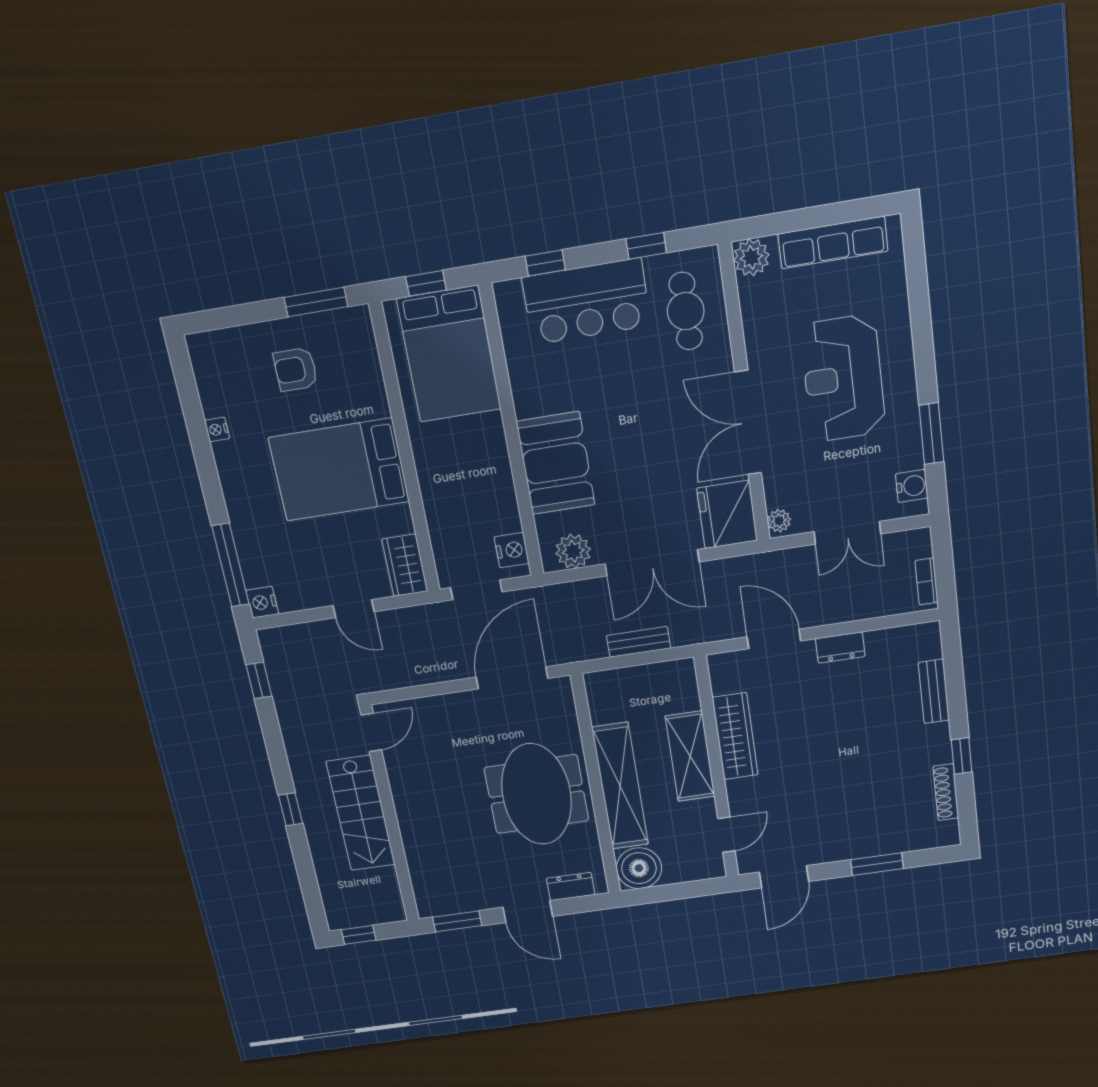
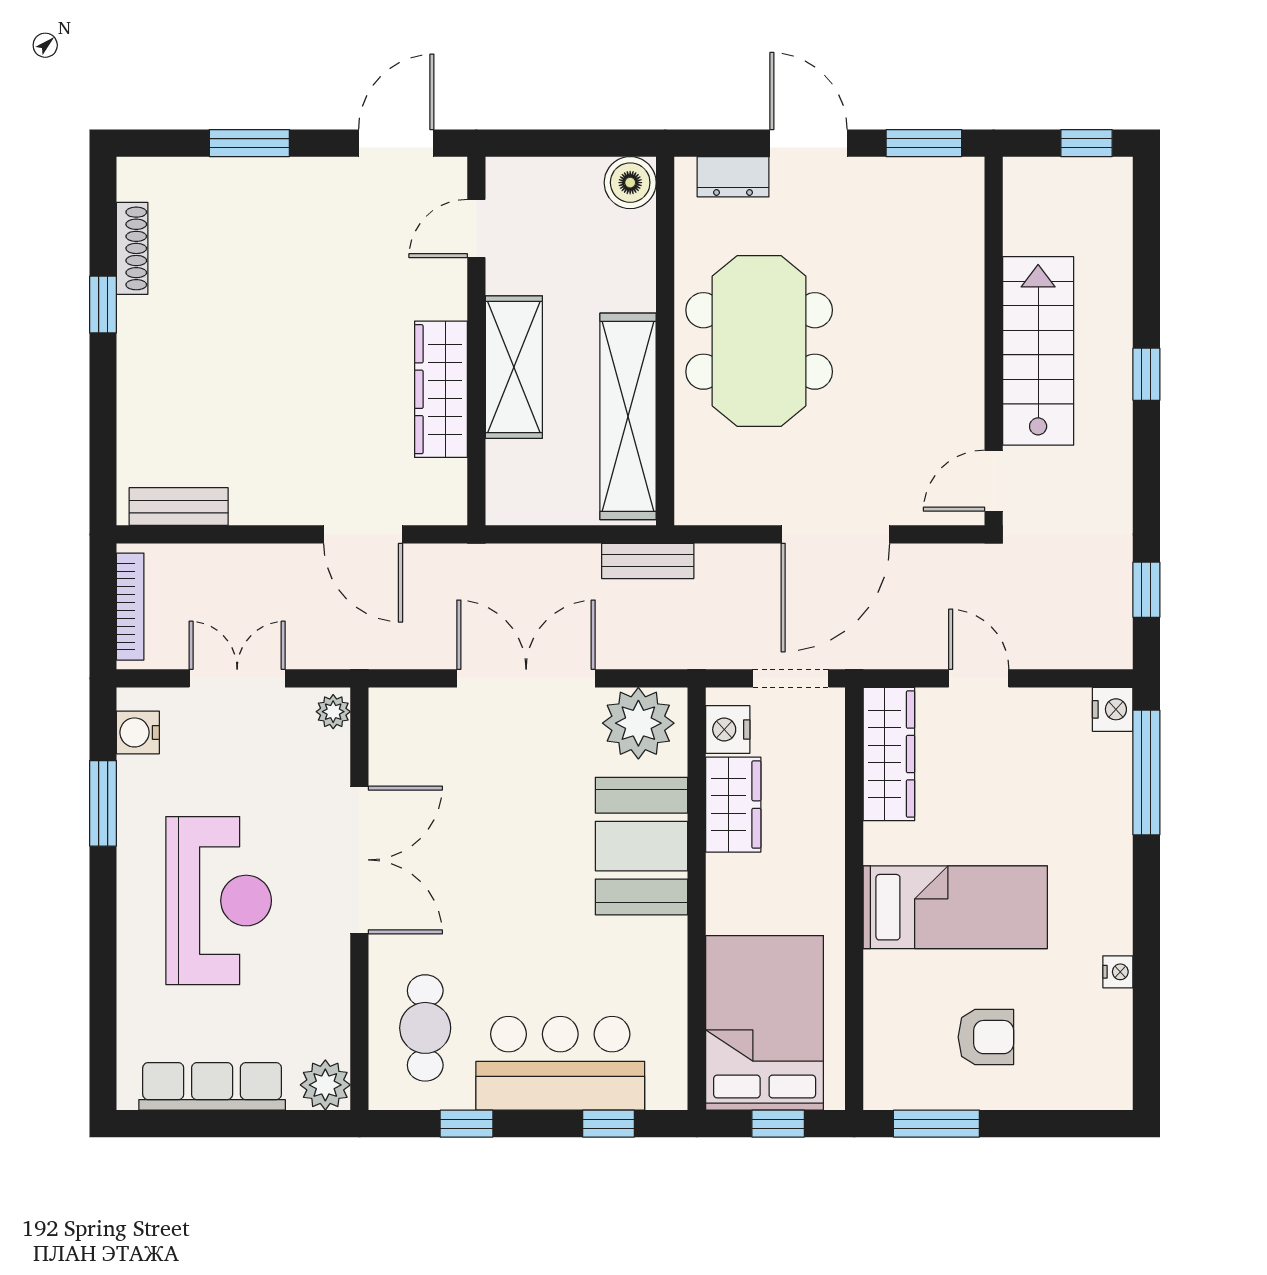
bed: (339, 470) -> (955, 907), width x0.67
wardrobe: (499, 501) -> (733, 805), added
fridge: (727, 514) -> (407, 733), removed
plant: (573, 551) -> (638, 723), width x1.36, depth x1.36
wardrobe: (405, 565) -> (889, 754), width x1.50
bookcase: (926, 581) -> (130, 607), width x1.56
bench: (639, 642) -> (648, 561), moved
dresser: (840, 648) -> (267, 506), removed
door: (512, 678) -> (835, 534), moved
bench: (934, 691) -> (179, 506), moved, turned 90
shelving: (620, 786) -> (628, 416), moved
boiler: (639, 868) -> (630, 183), width x0.73, depth x0.73

